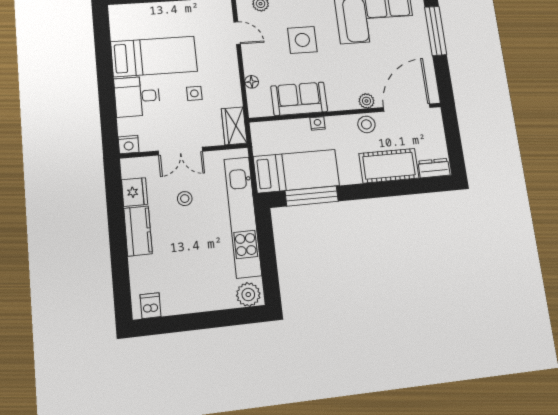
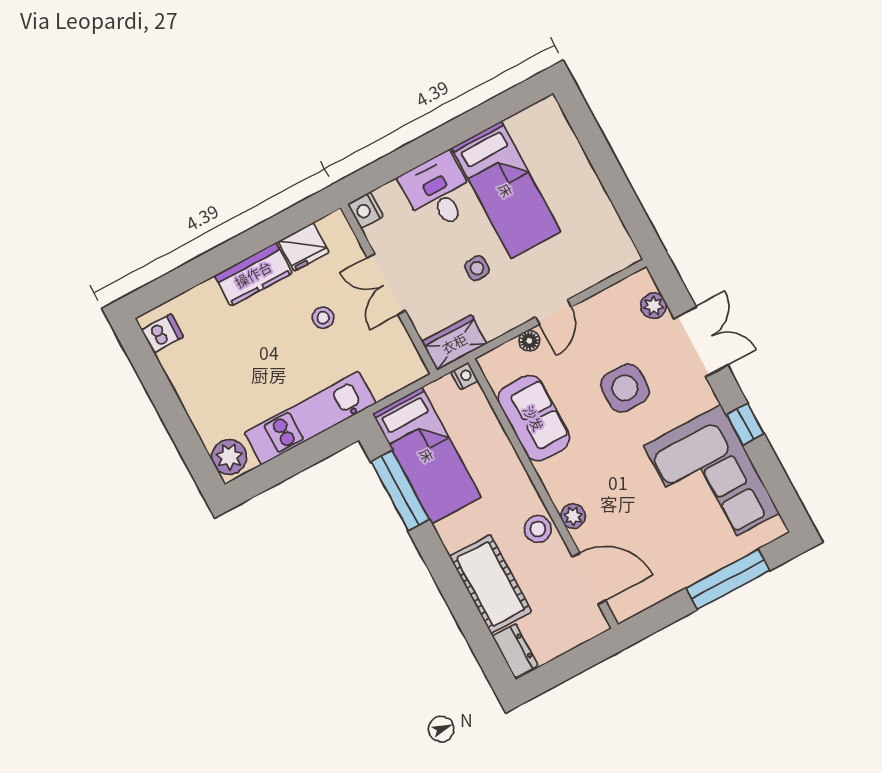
door: (237, 33) -> (553, 312), moved
door: (407, 108) -> (589, 579), width x0.73
nightstand: (318, 123) -> (464, 376), moved
kitchen unit: (243, 217) -> (310, 418), width x0.73

